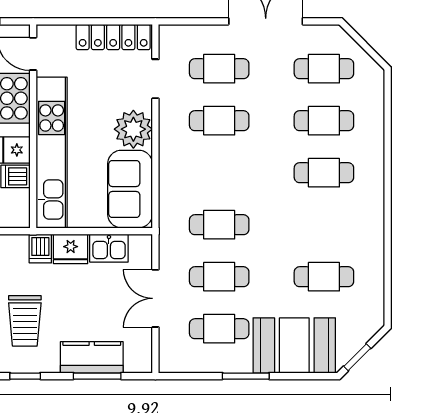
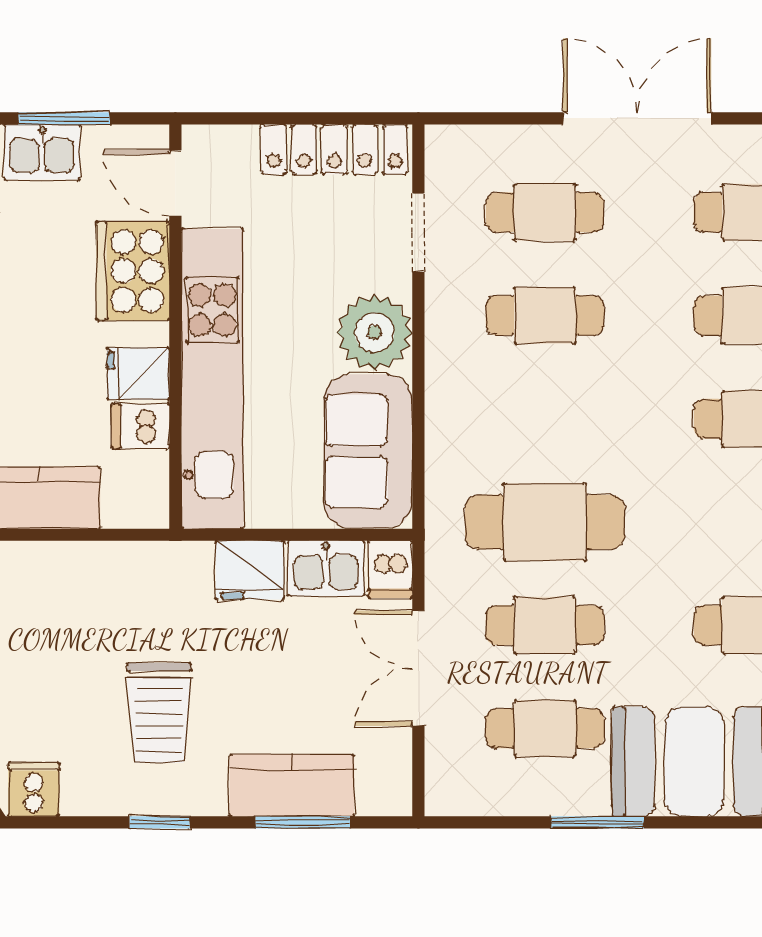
cafe table: (219, 225) -> (545, 522), width x1.37, depth x1.35
dishwasher: (40, 249) -> (390, 569), moved

